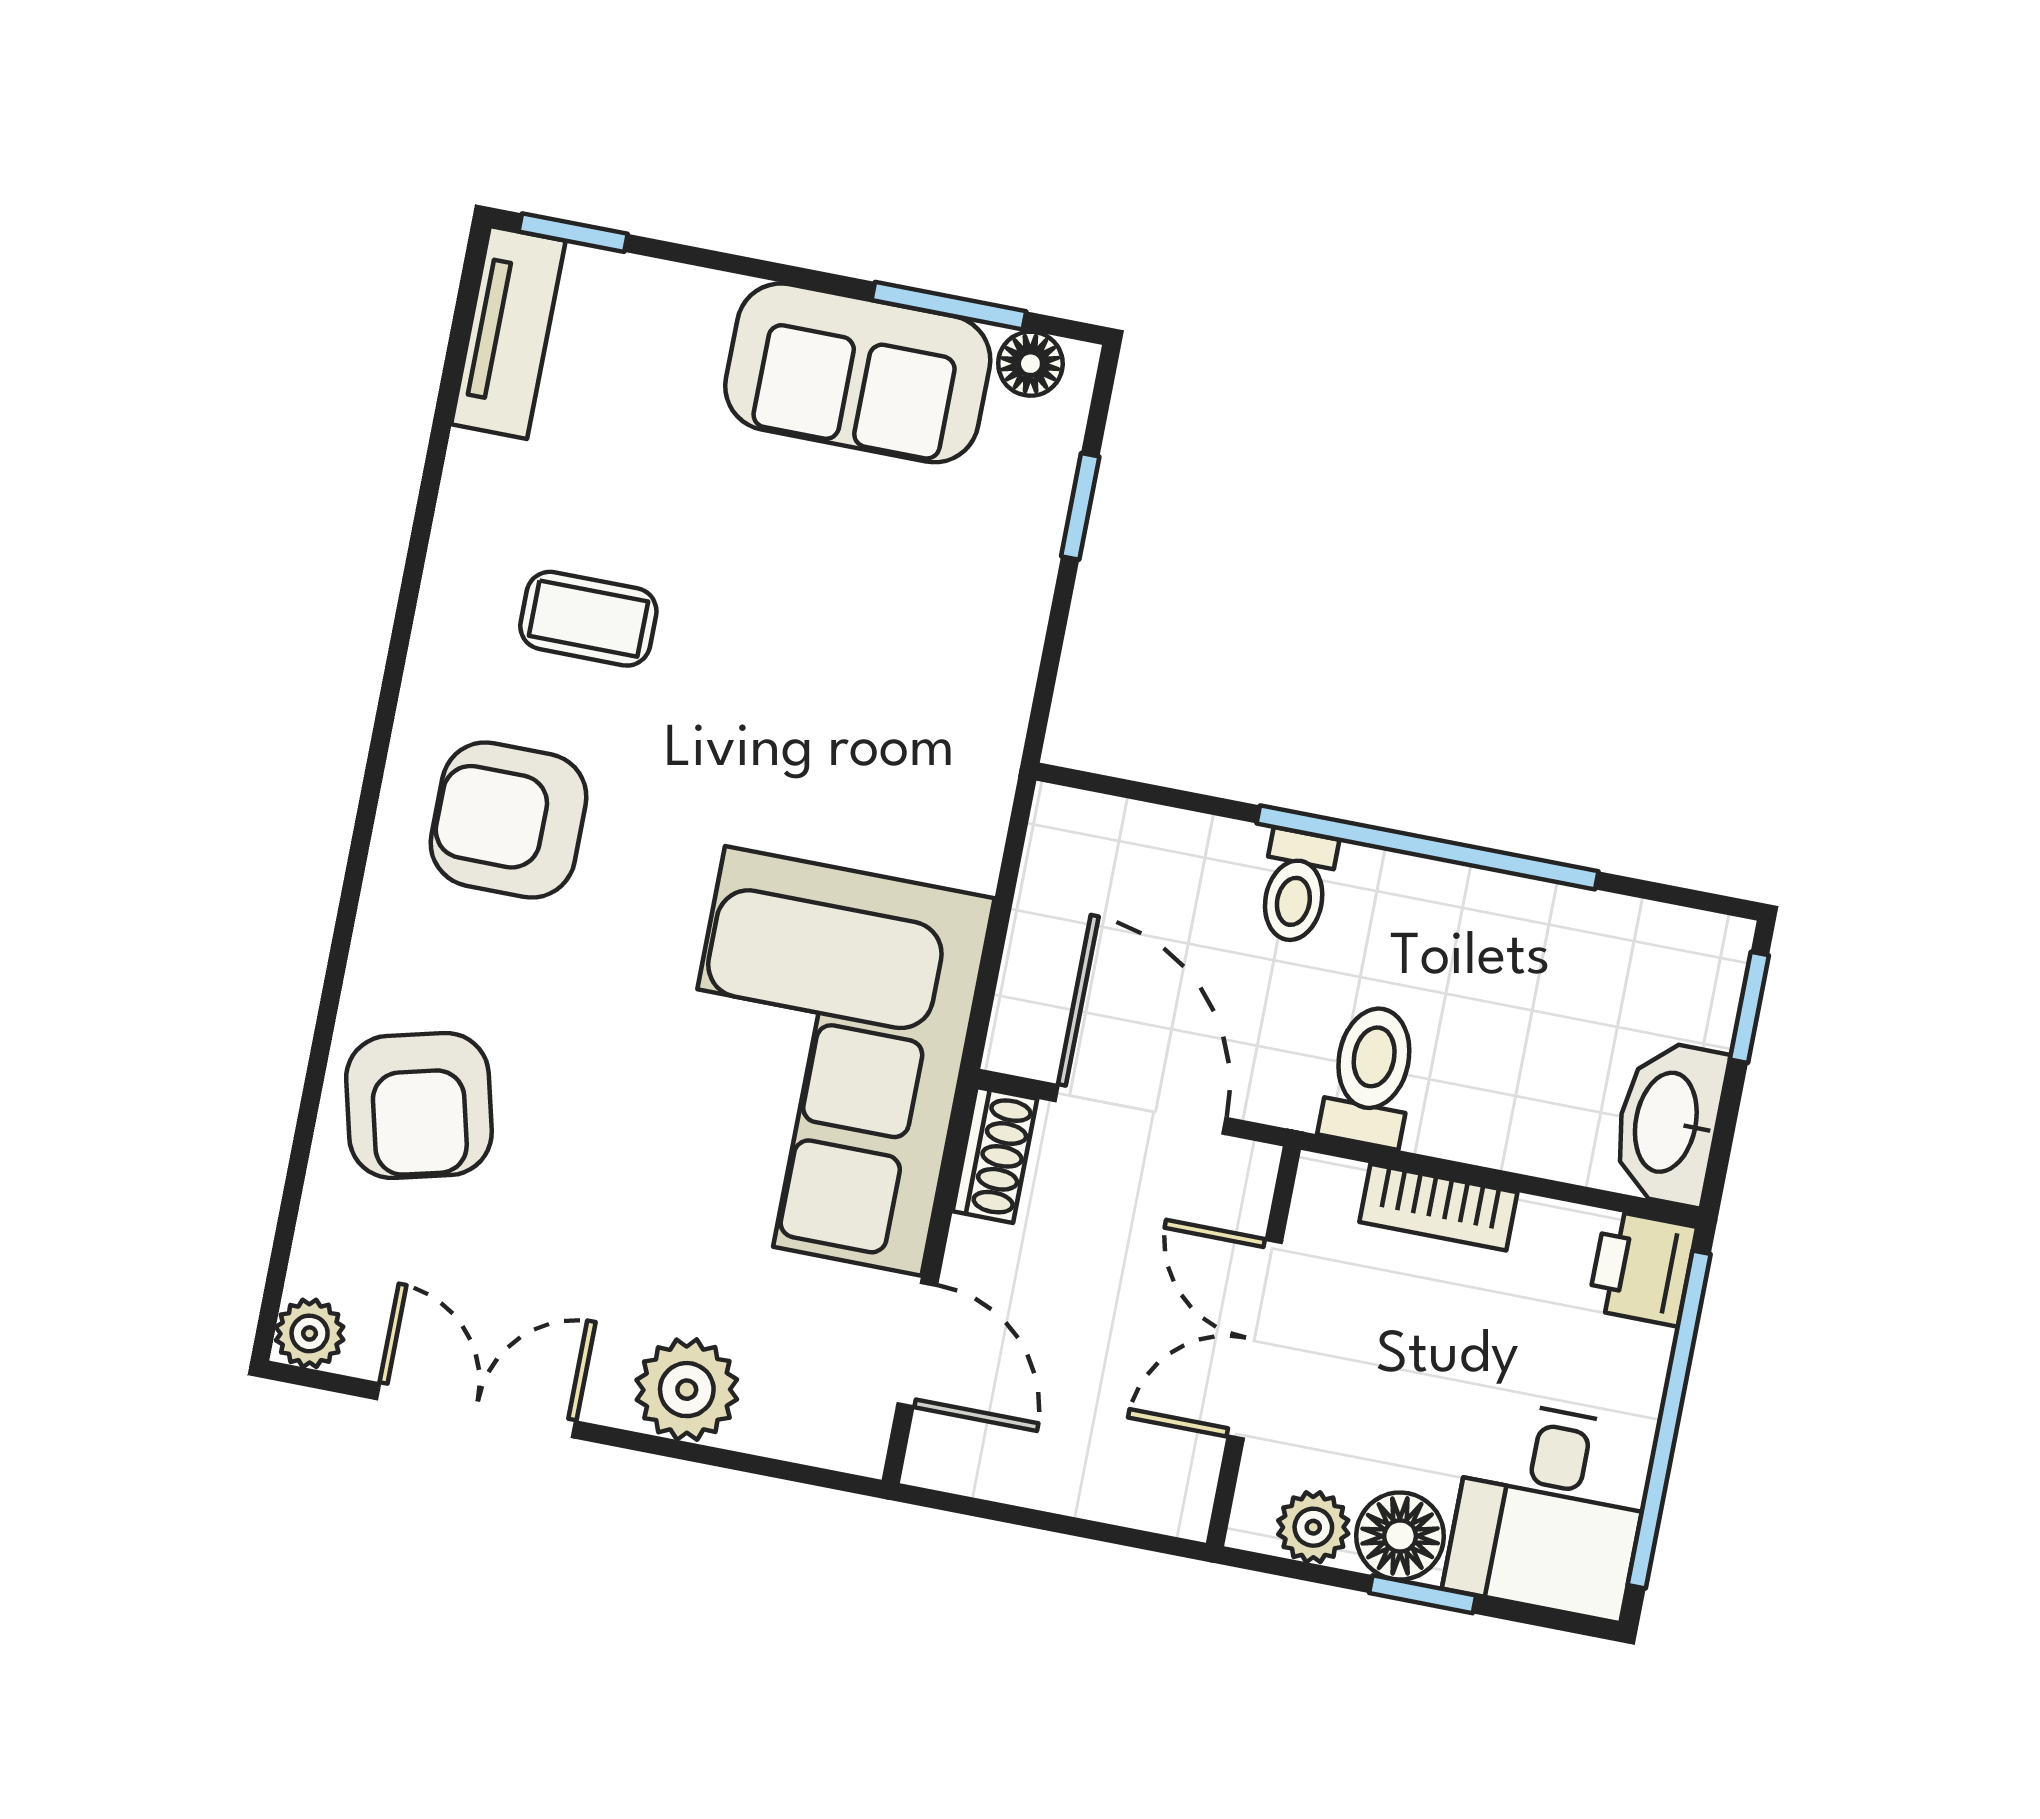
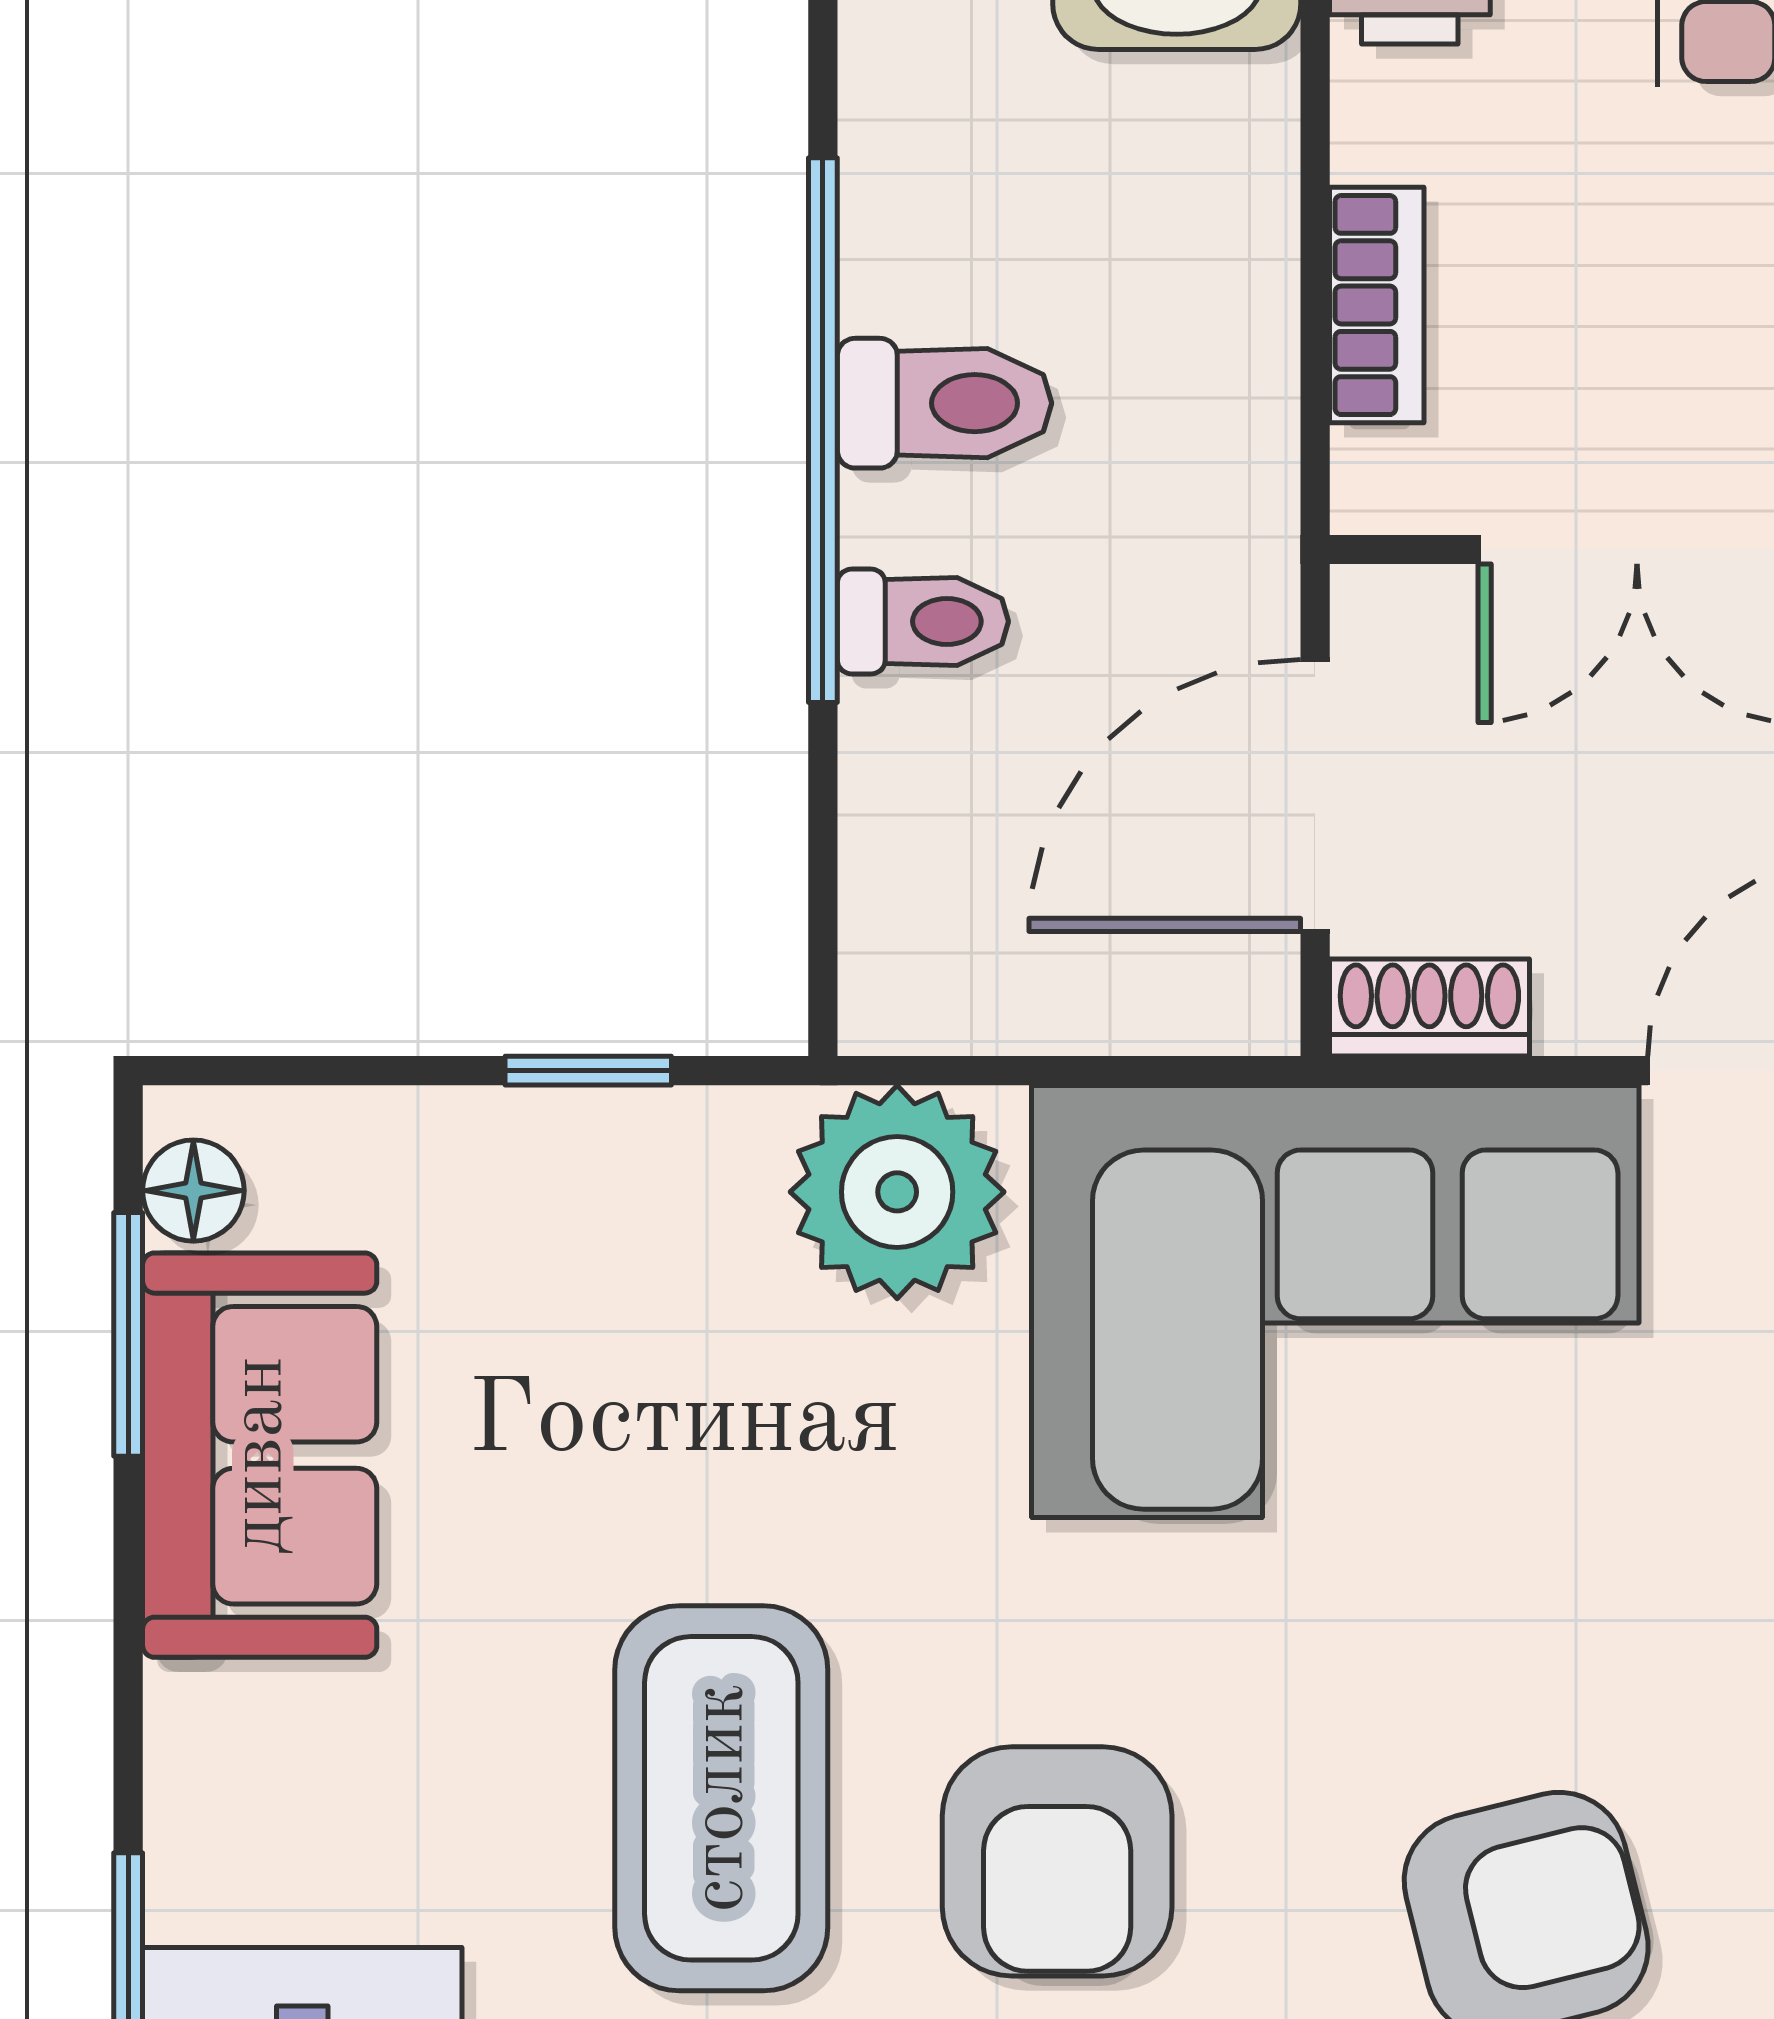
window: (1080, 506) -> (588, 1071), moved
coffee table: (588, 619) -> (721, 1798), width x1.86, depth x1.72
plant: (944, 801) -> (897, 1192), added
toilet: (1370, 1076) -> (945, 403), moved, turned 180

